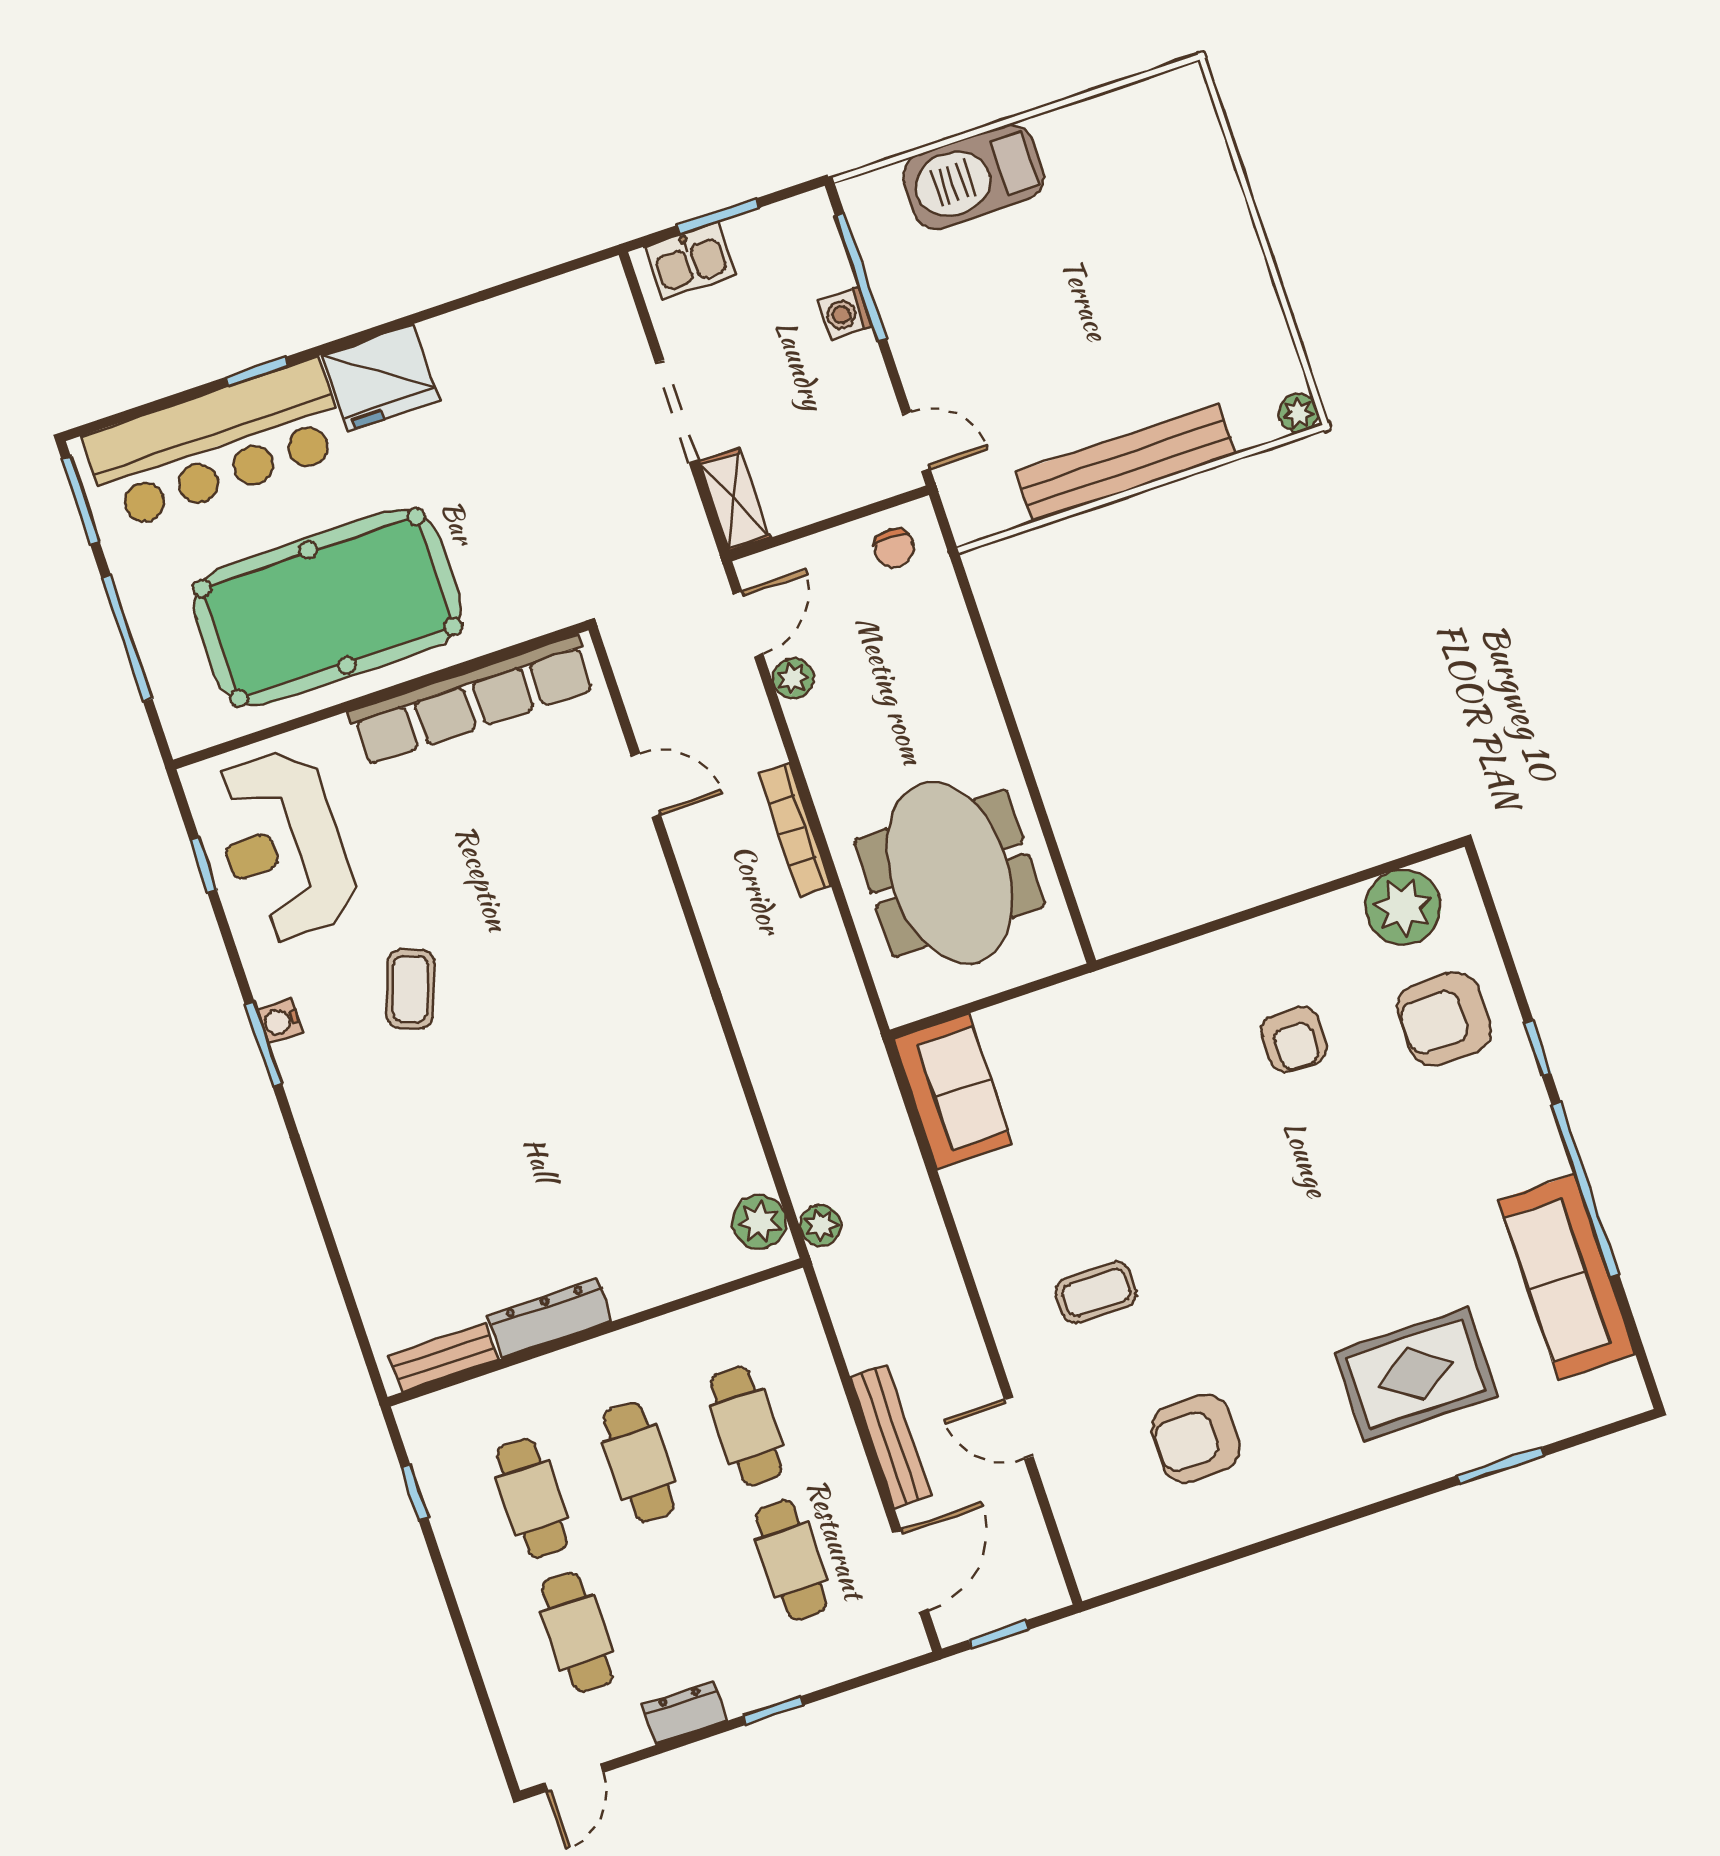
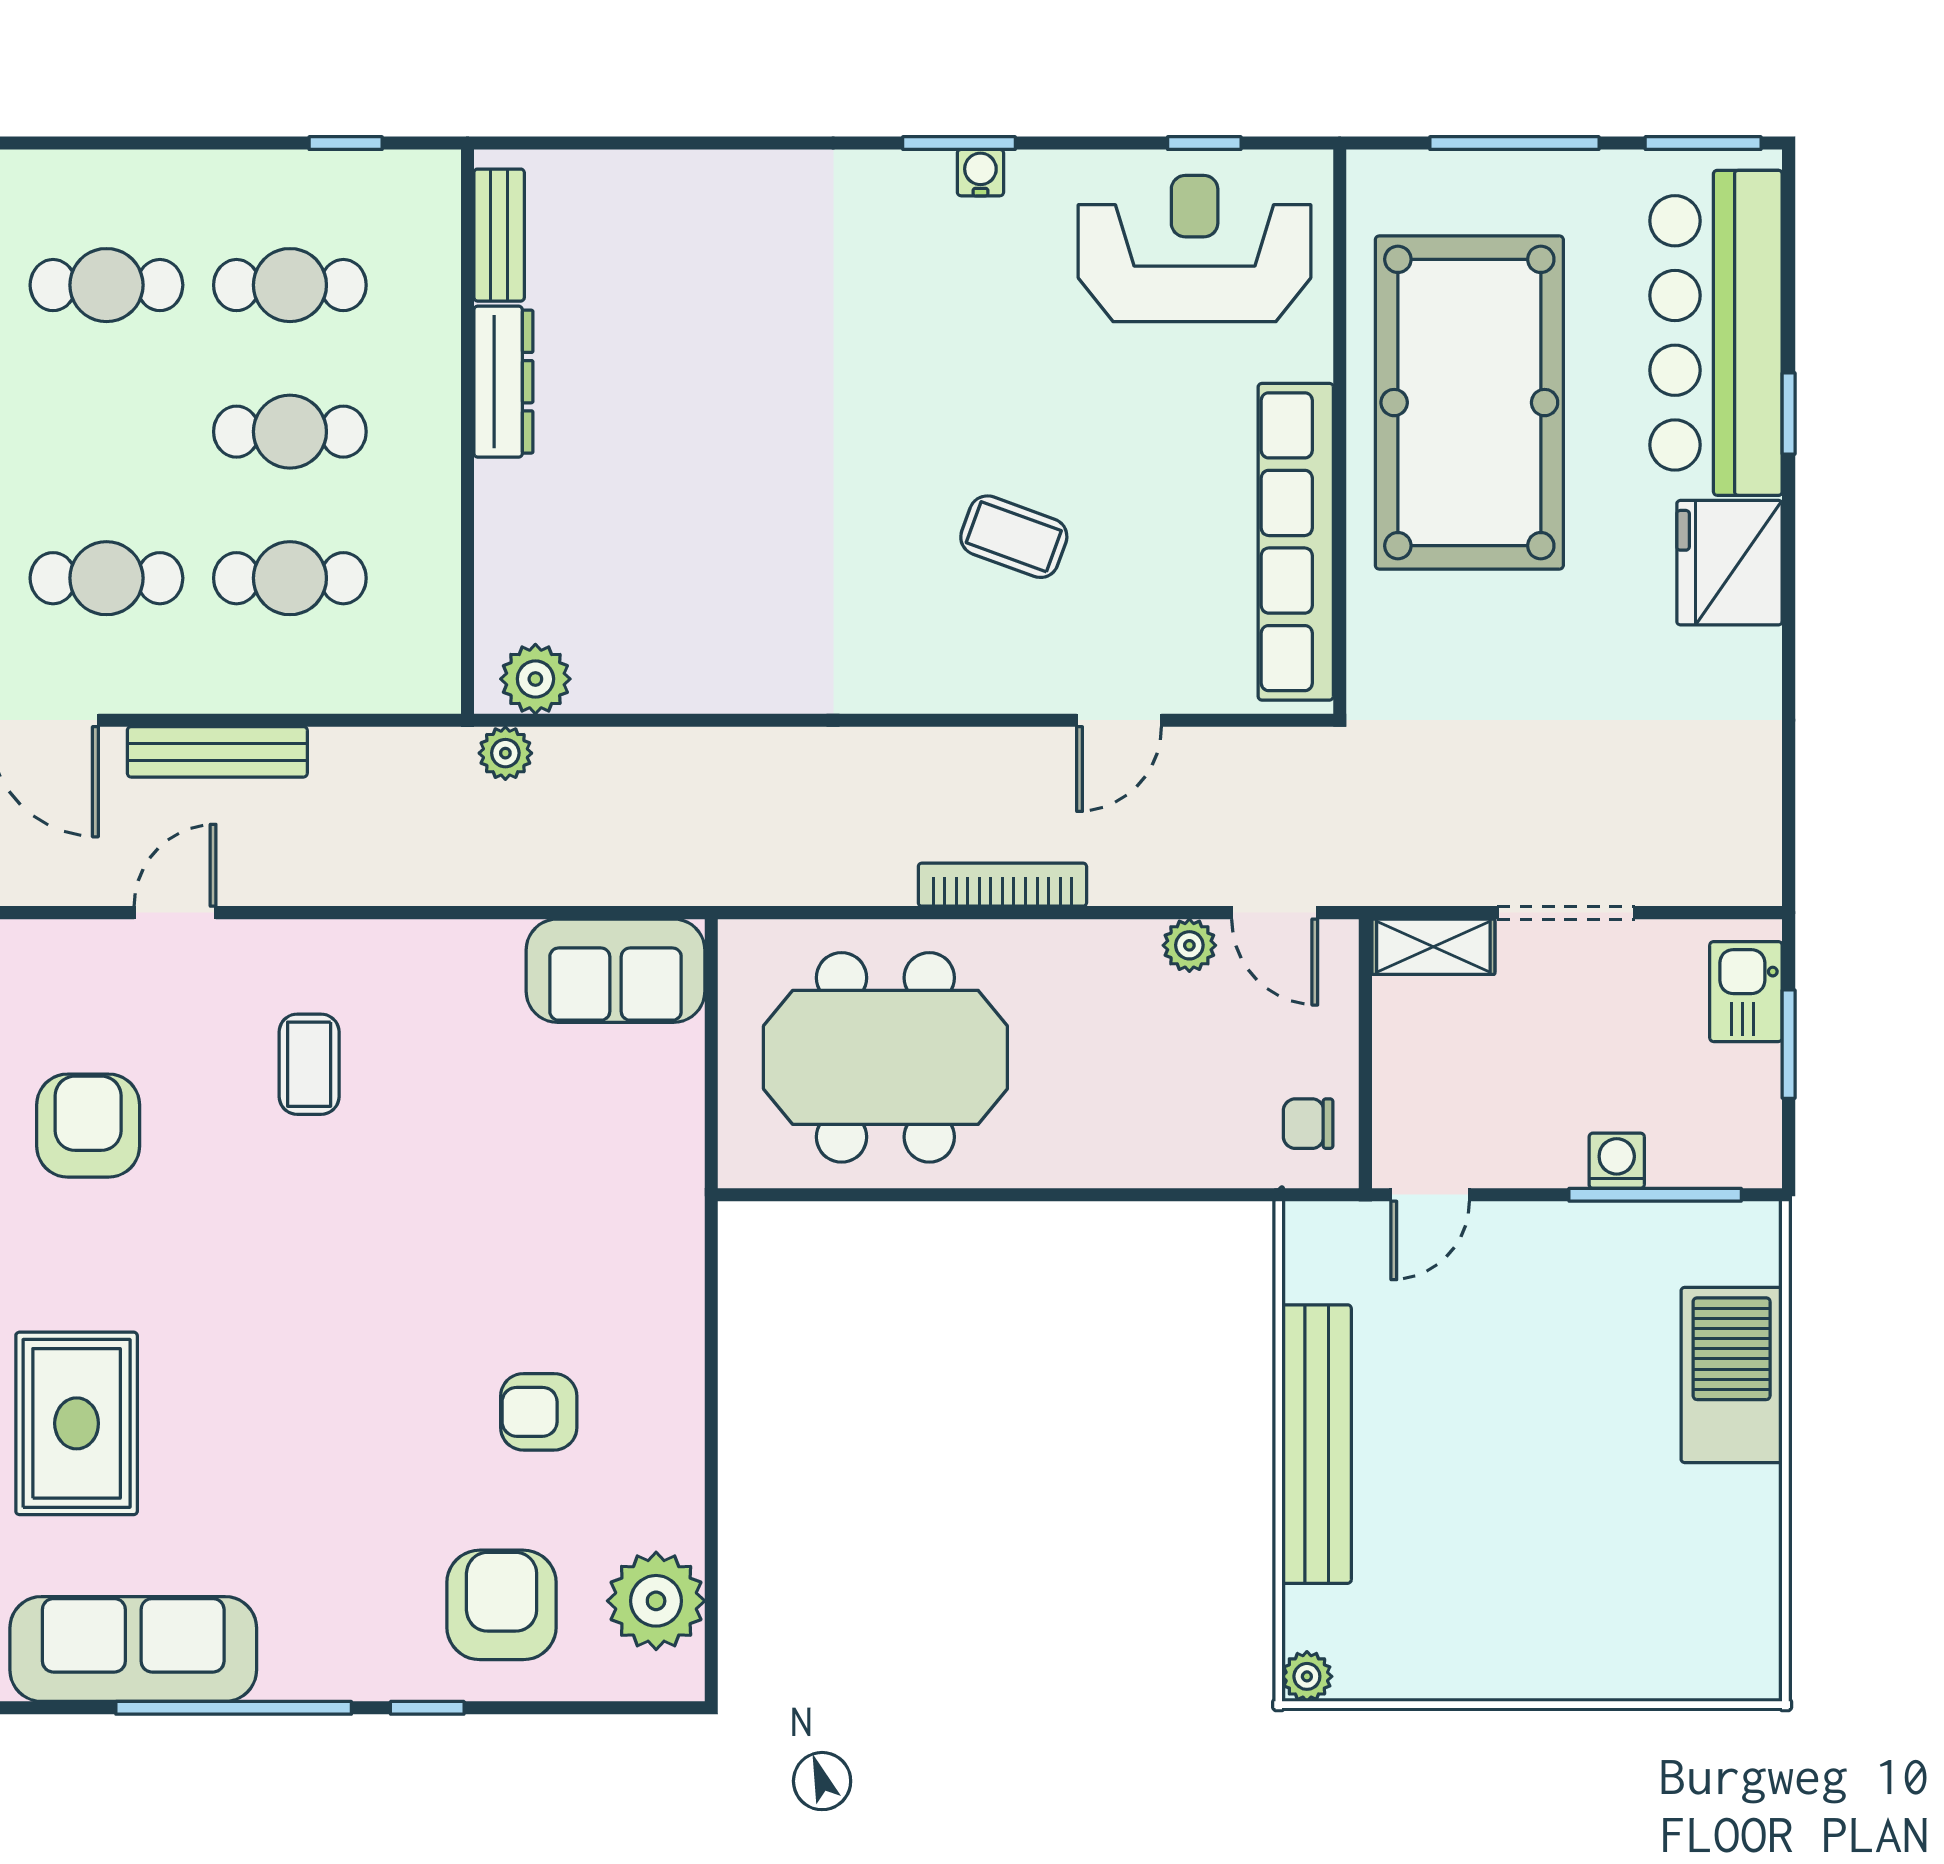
coffee table: (410, 989) -> (1014, 537), moved

